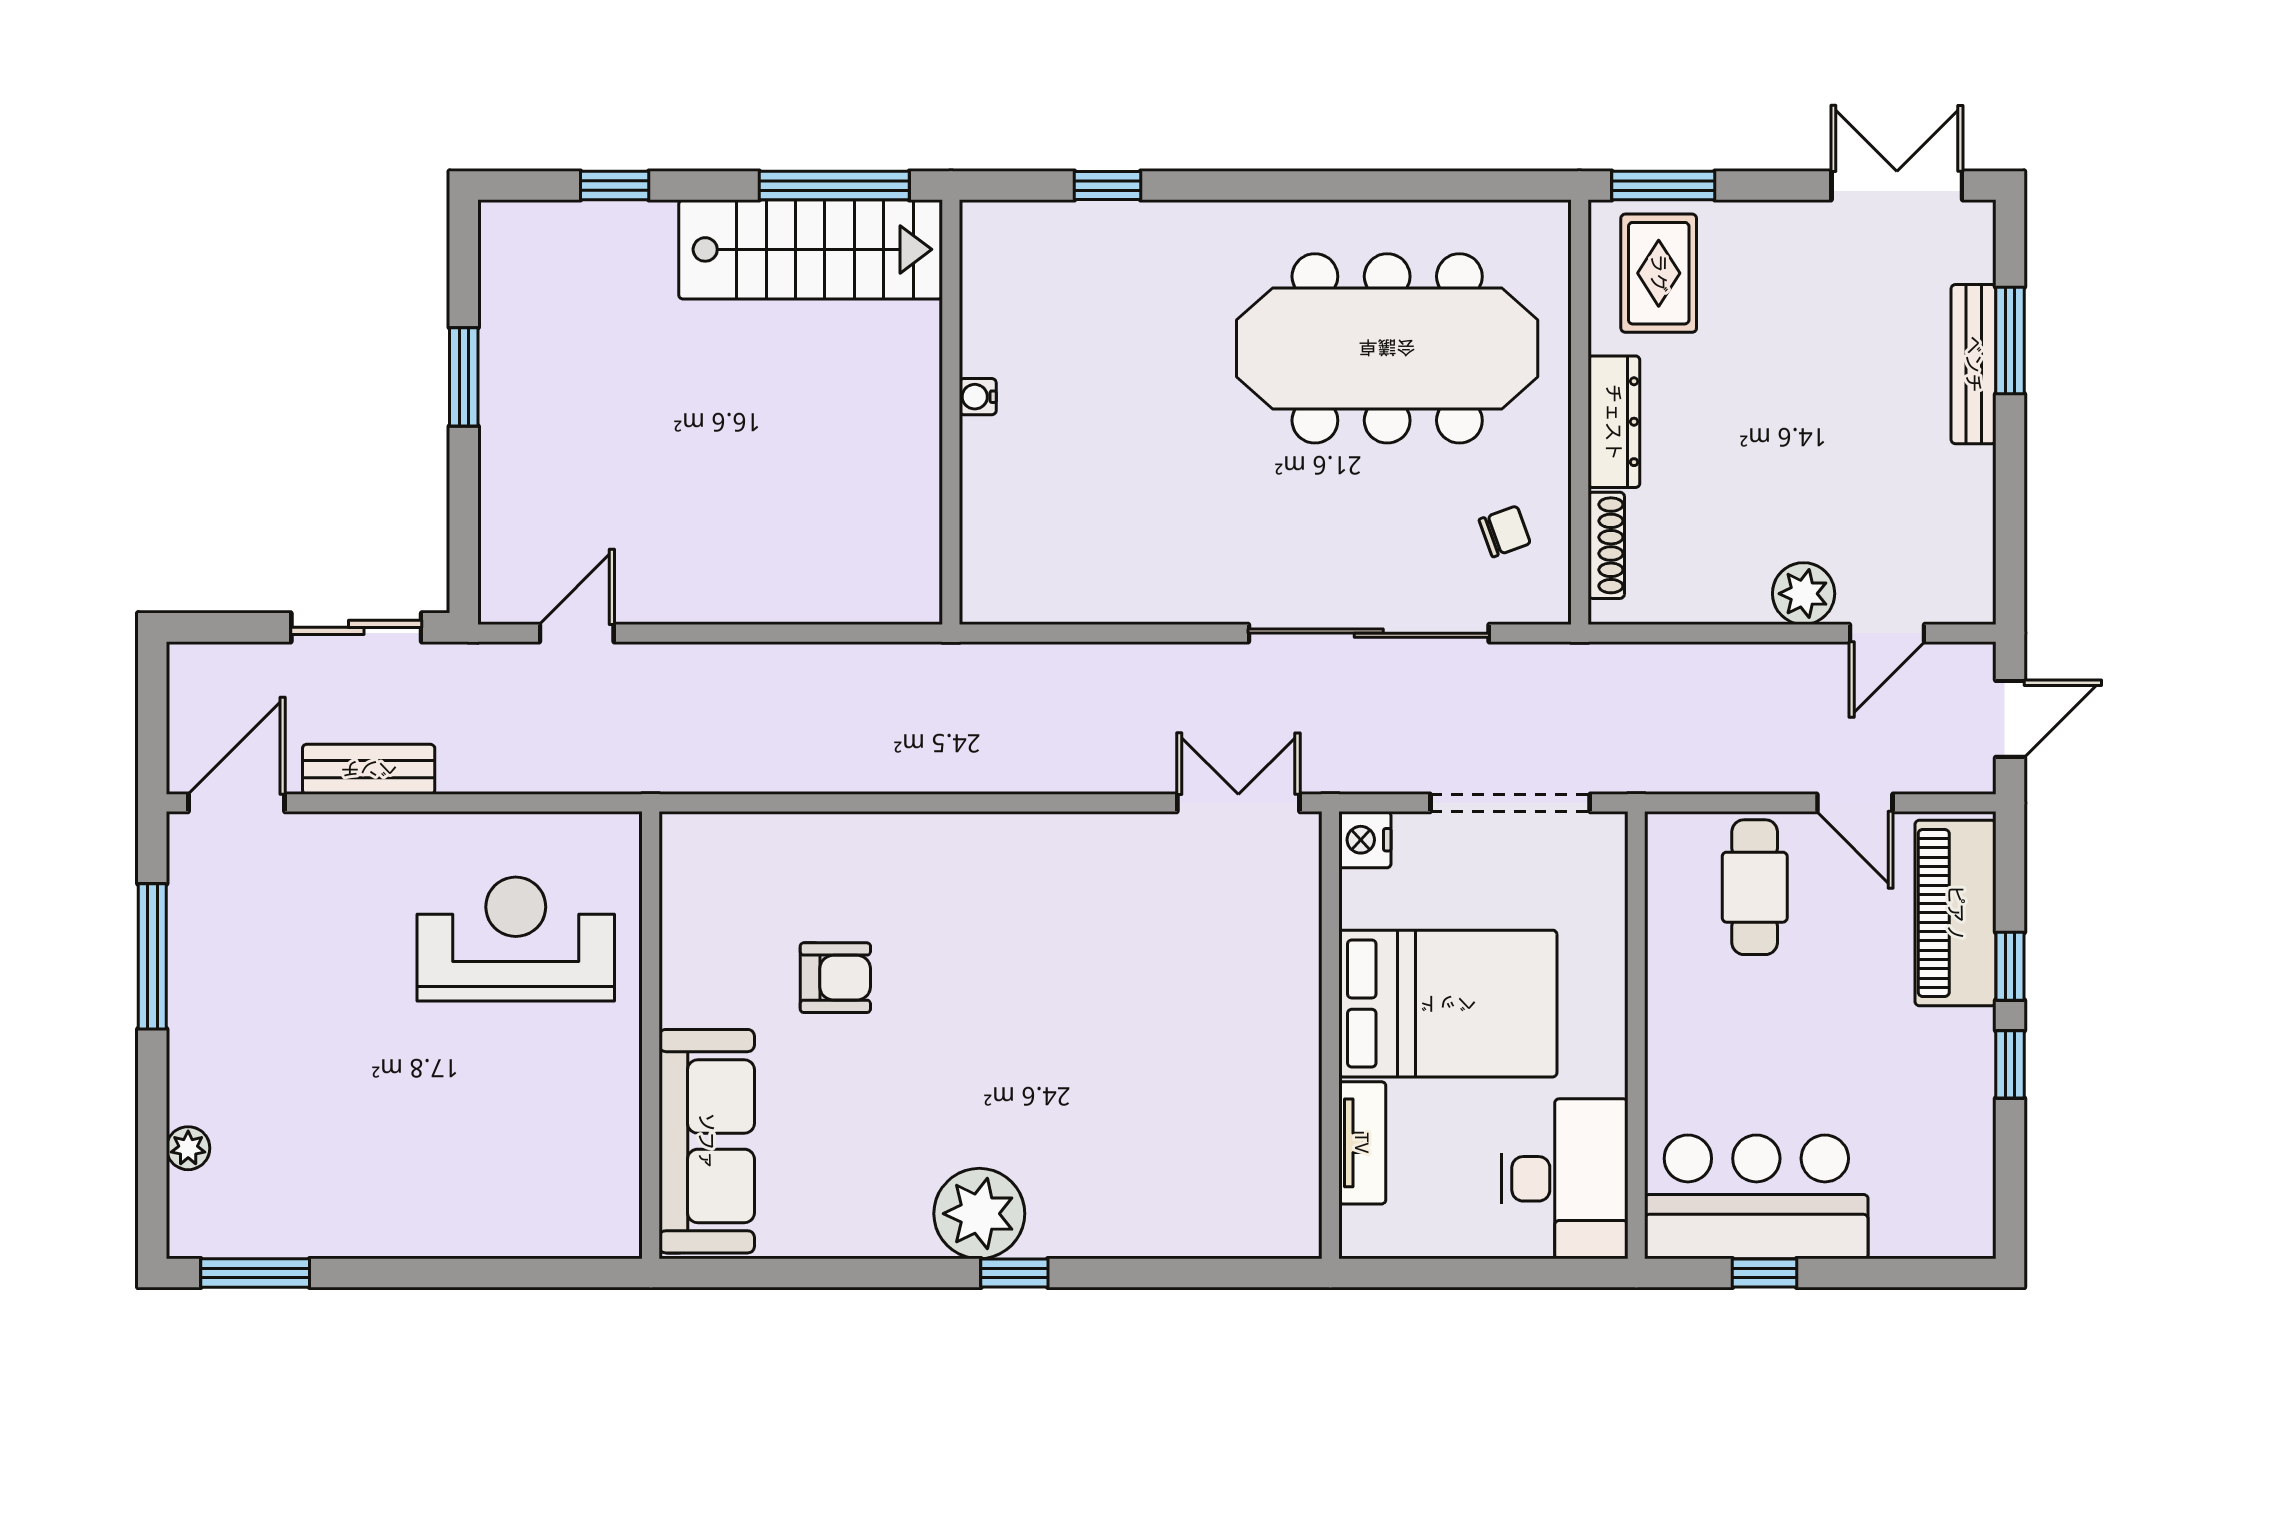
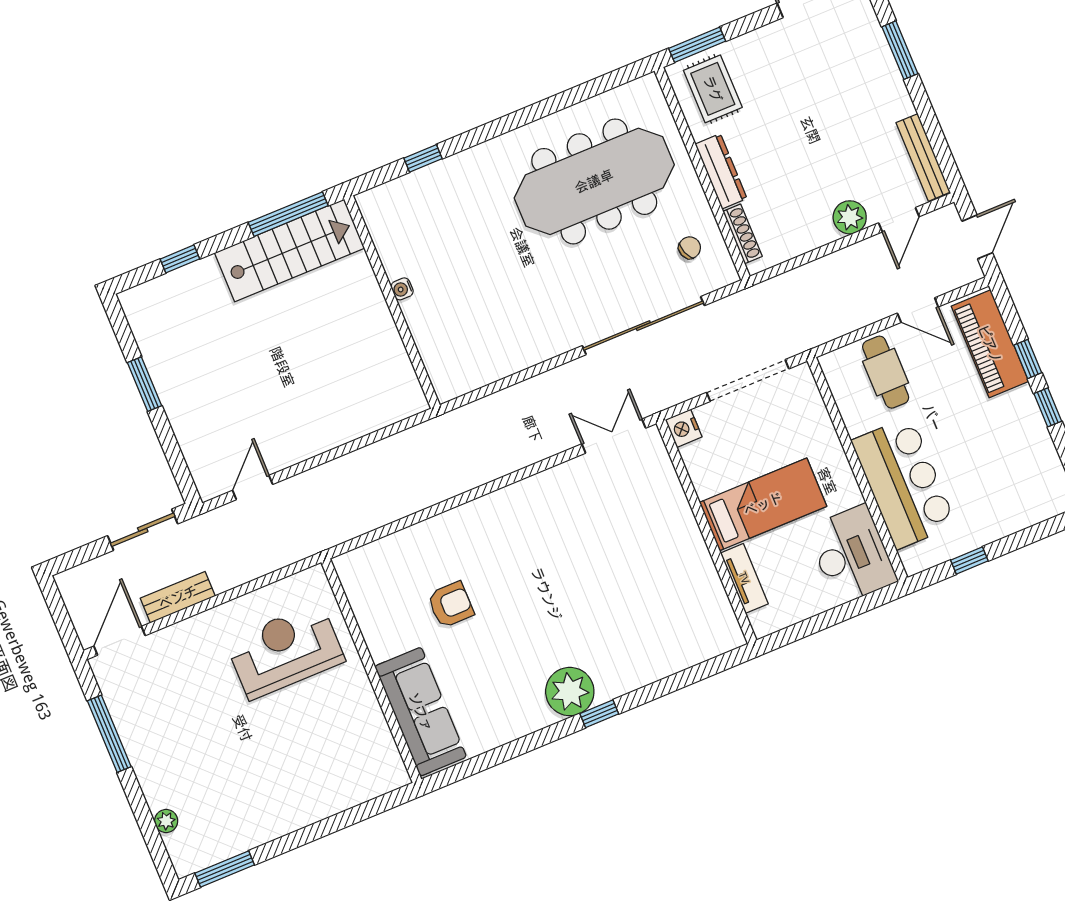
bench: (1974, 364) -> (923, 157), moved
bed: (1448, 1004) -> (763, 504), width x0.67
bar counter: (1756, 1197) -> (904, 483), moved, turned 90

